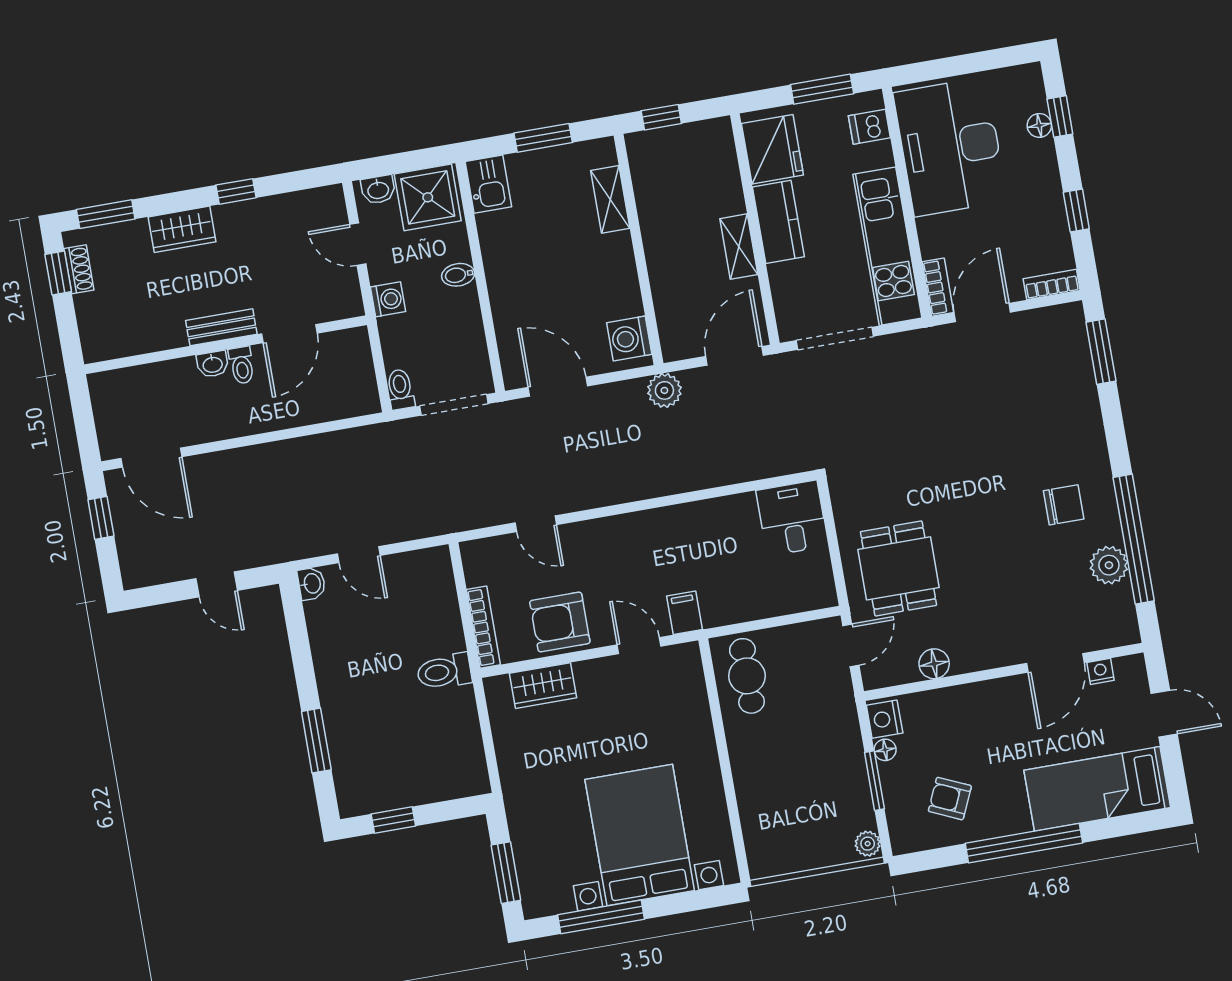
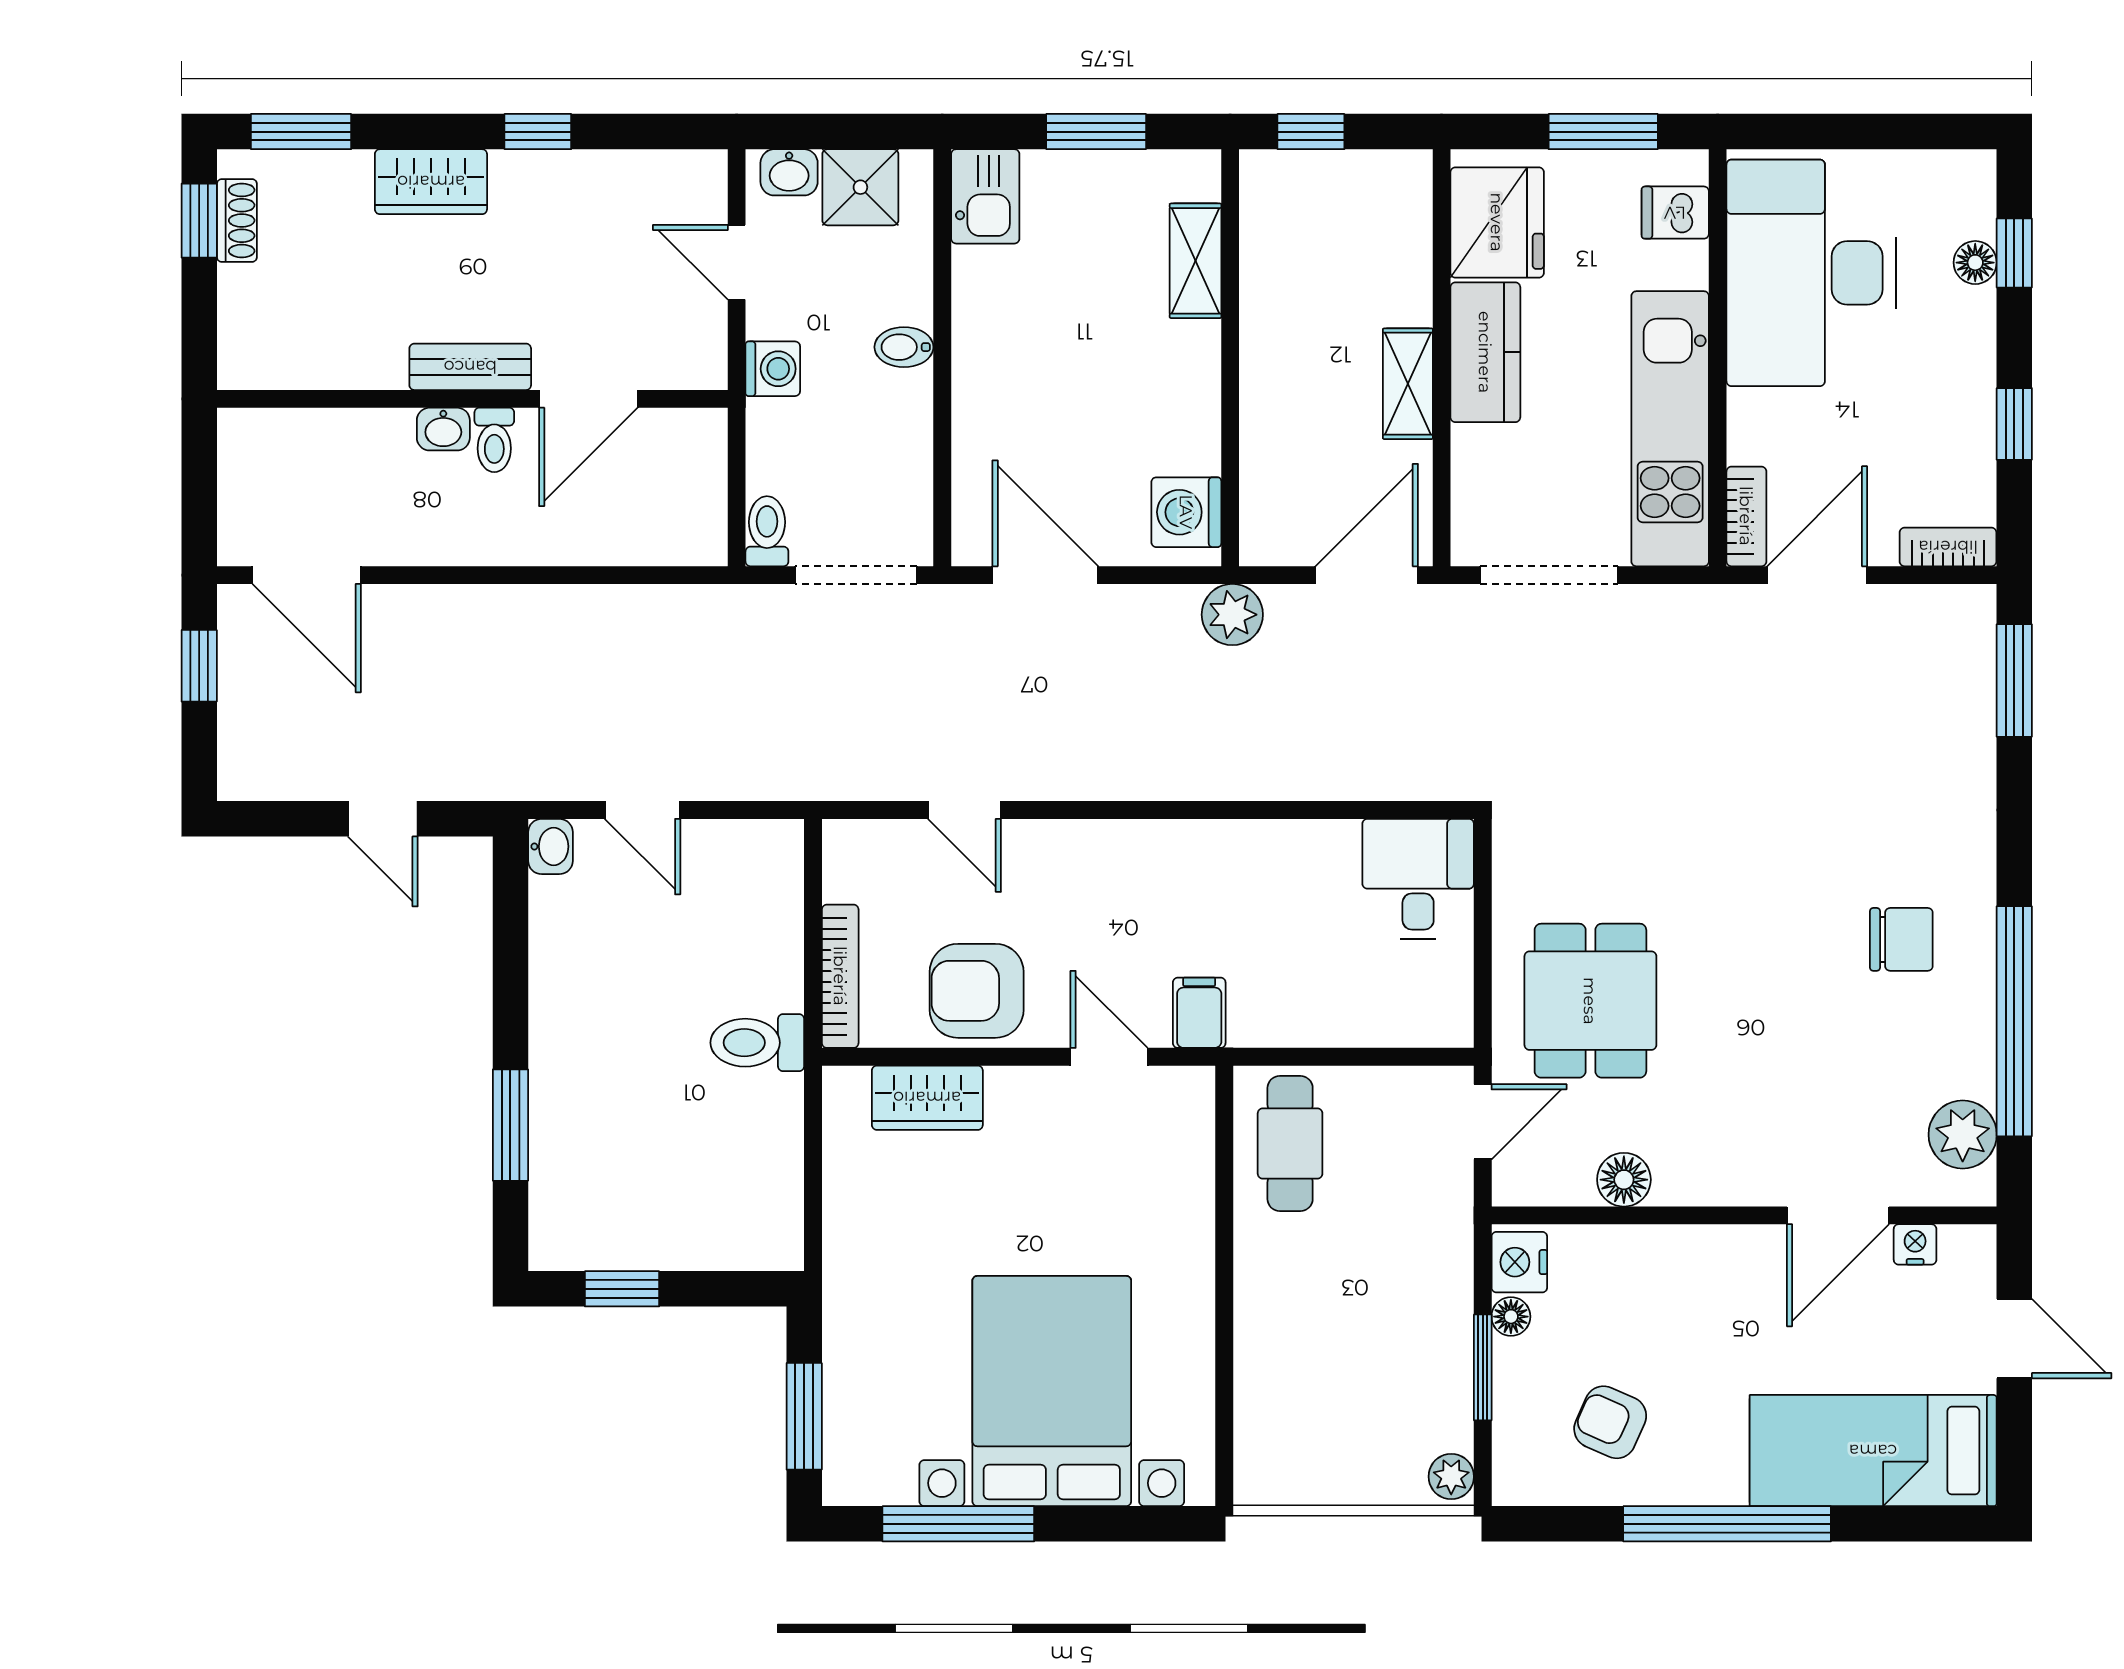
shower: (428, 197) -> (860, 187), width x0.73, depth x0.73
plant: (1109, 565) -> (1963, 1135), moved

